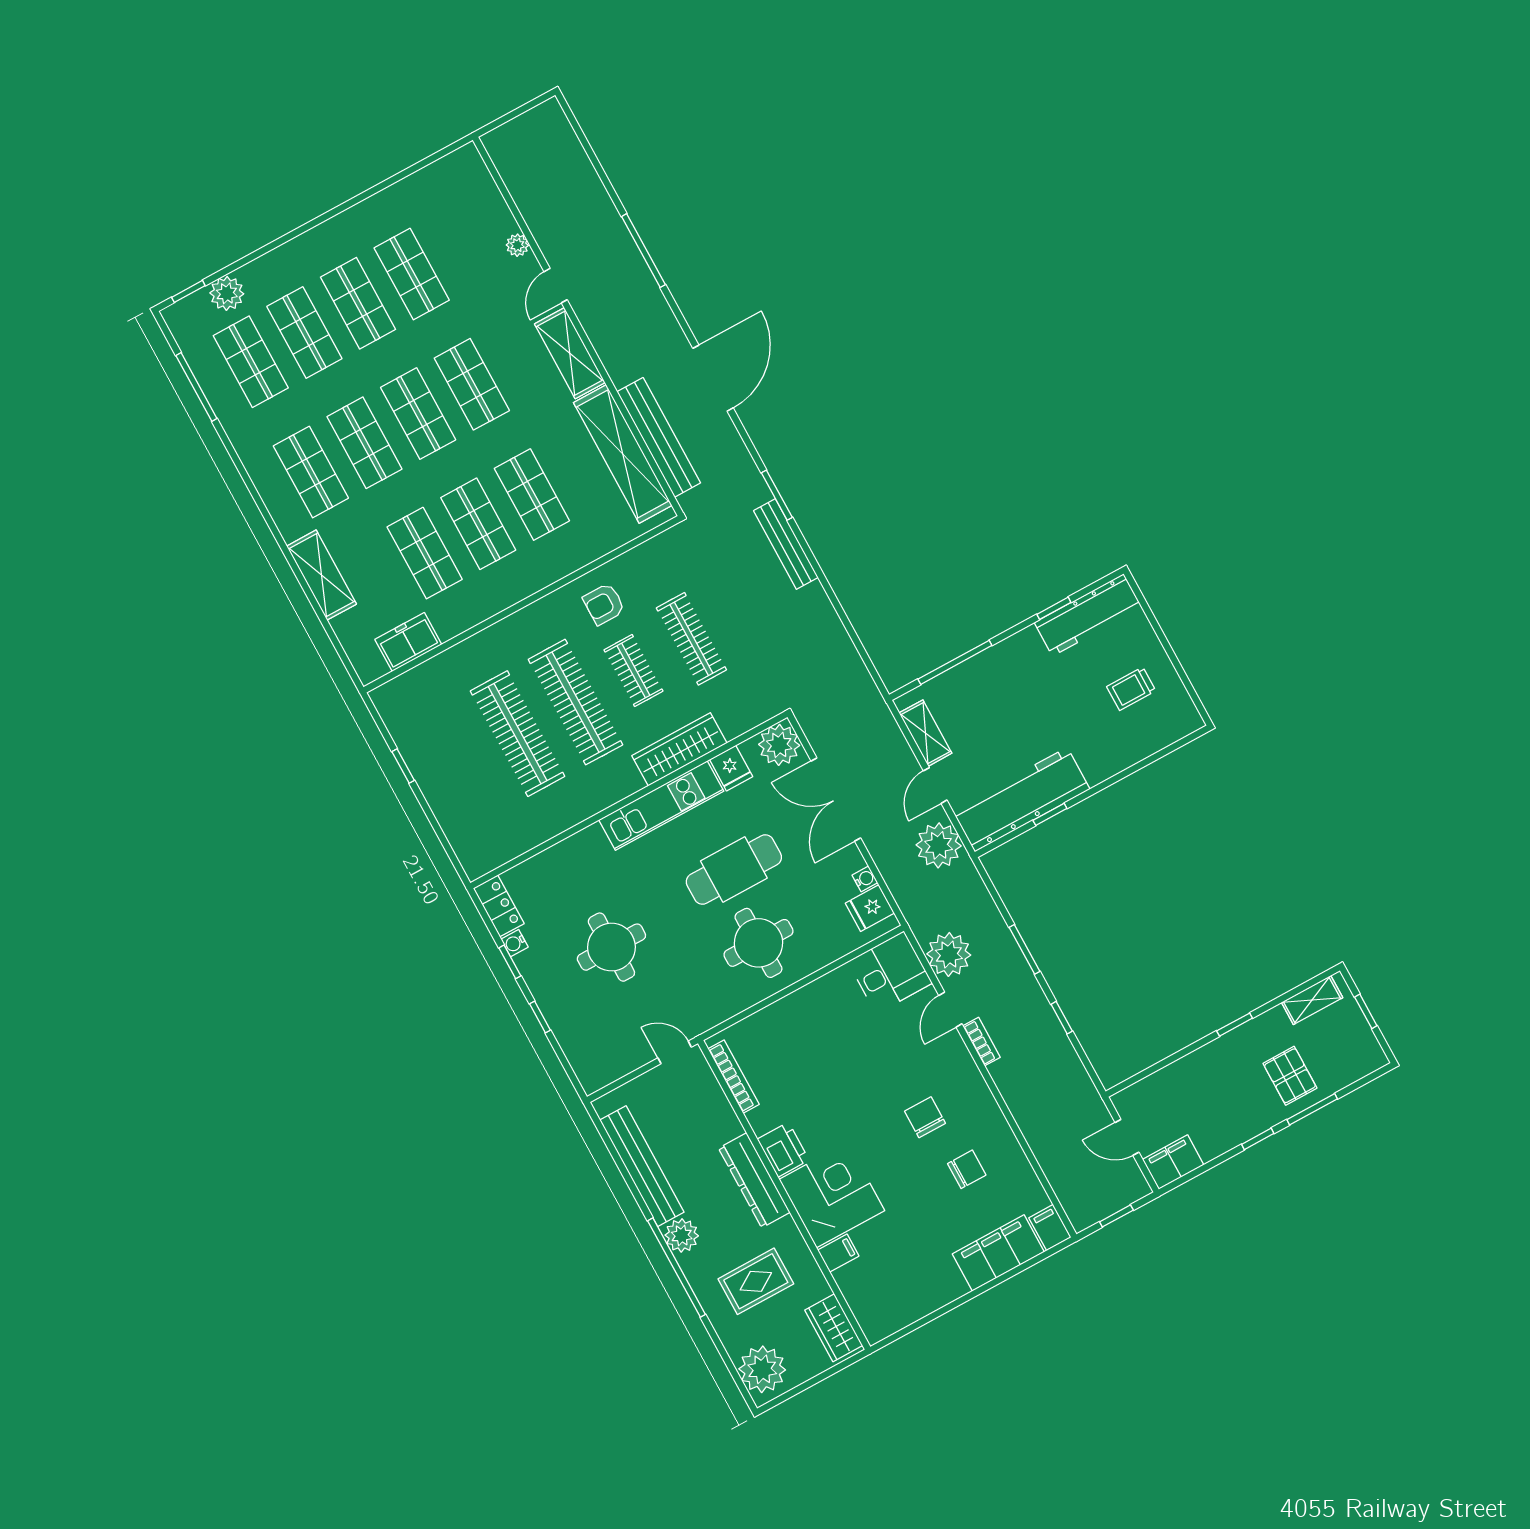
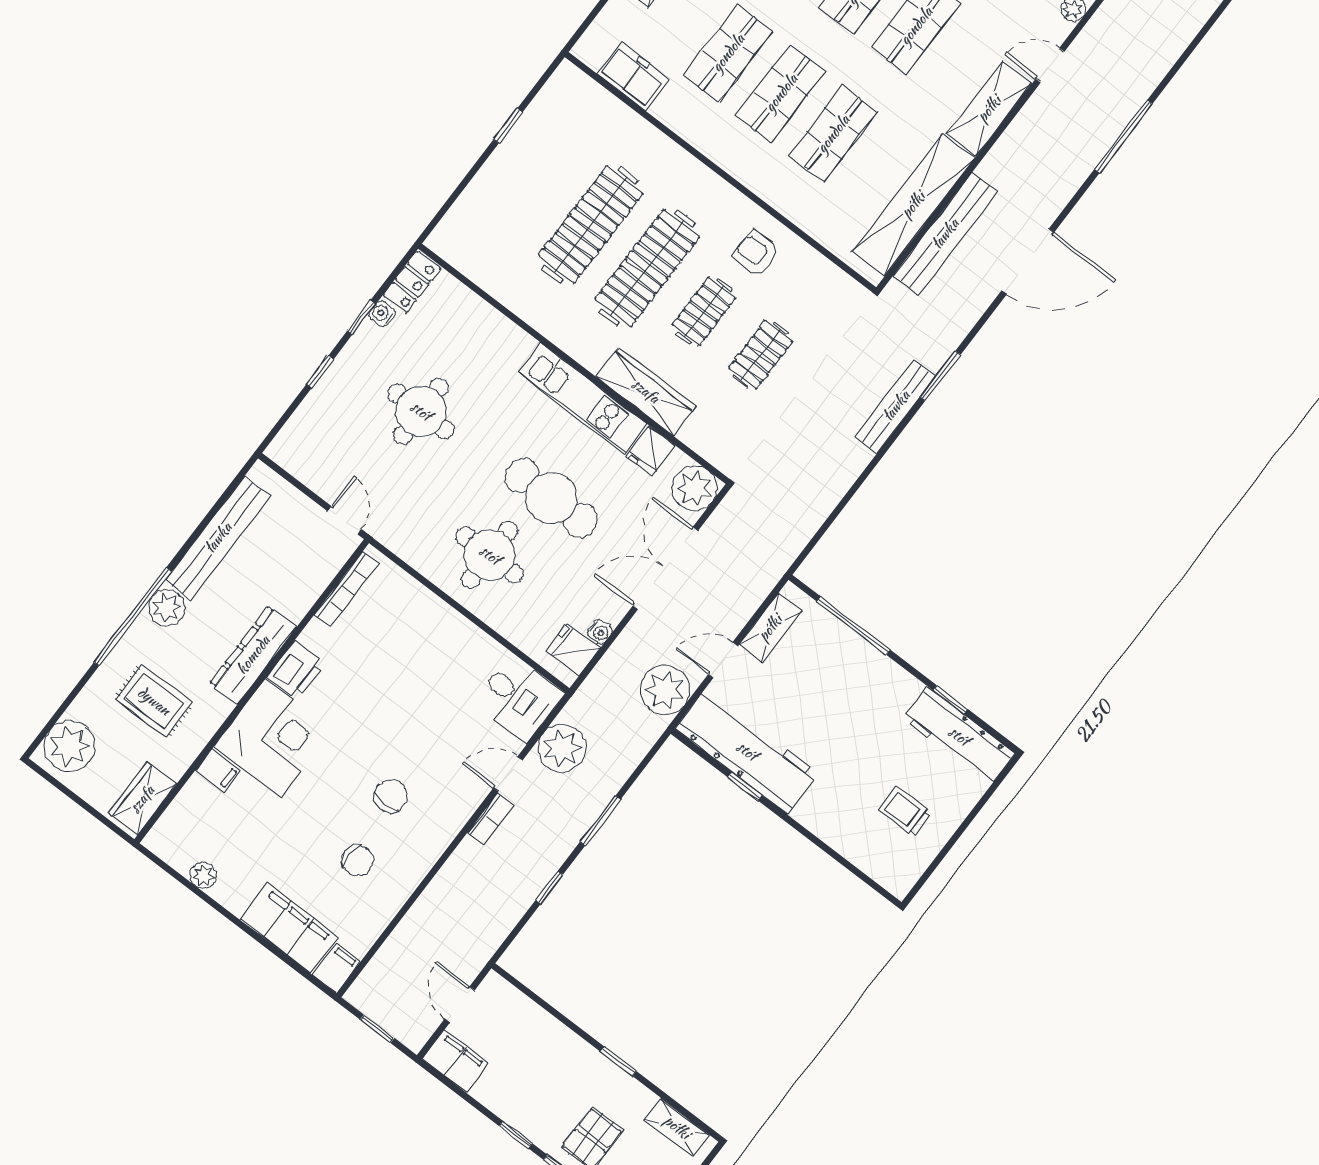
clothes rail: (691, 639) -> (761, 355), width x0.73
plant: (921, 1305) -> (203, 875), added

